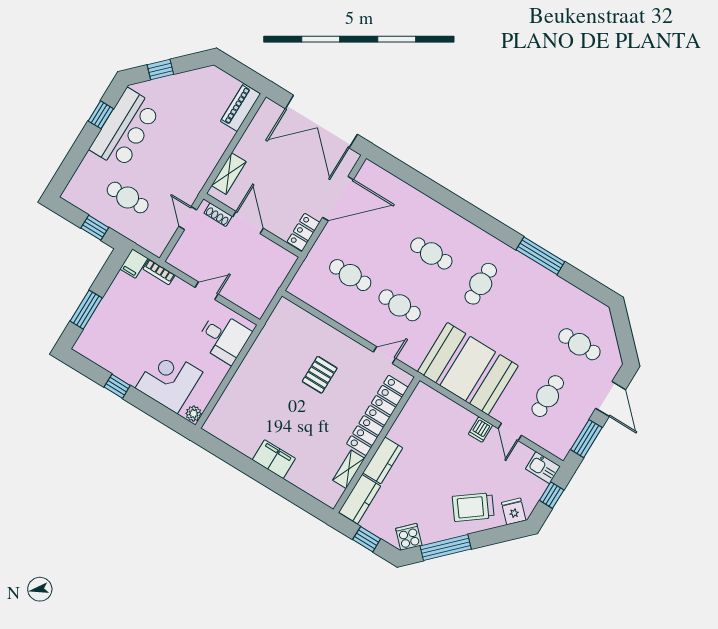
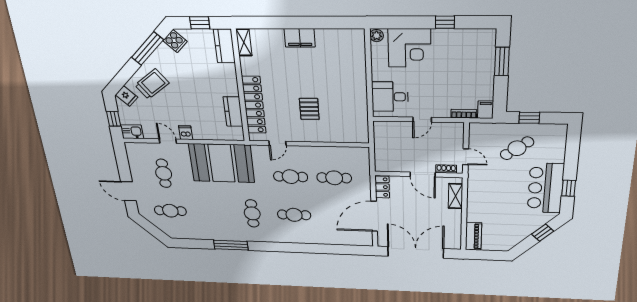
cafe table: (128, 198) -> (517, 148), turned -37
window: (586, 439) -> (122, 162), removed
kitchen counter: (383, 460) -> (233, 112), moved
shelving: (349, 469) -> (244, 42), moved

